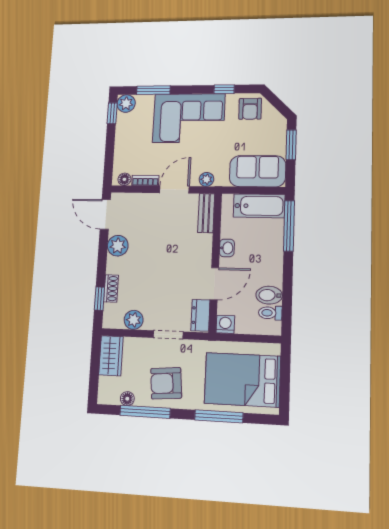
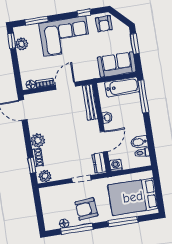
plant: (126, 104) -> (22, 44), moved
plant: (206, 179) -> (85, 75), removed
bench: (206, 213) -> (90, 102), width x1.36
plant: (118, 246) -> (38, 140), moved
plant: (134, 320) -> (45, 176), moved
wardrobe: (111, 356) -> (48, 199), removed

